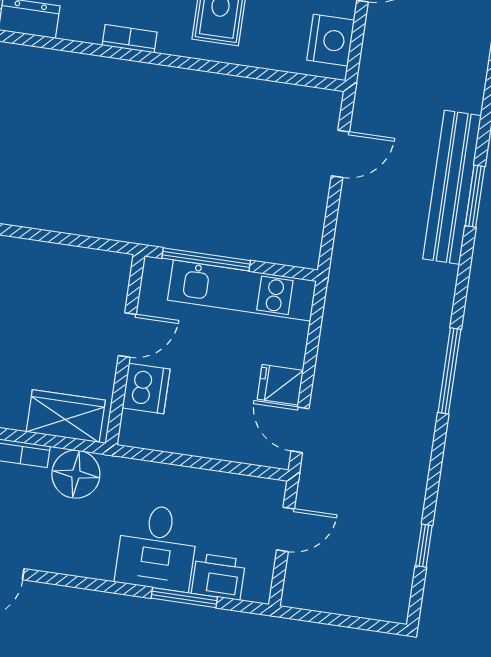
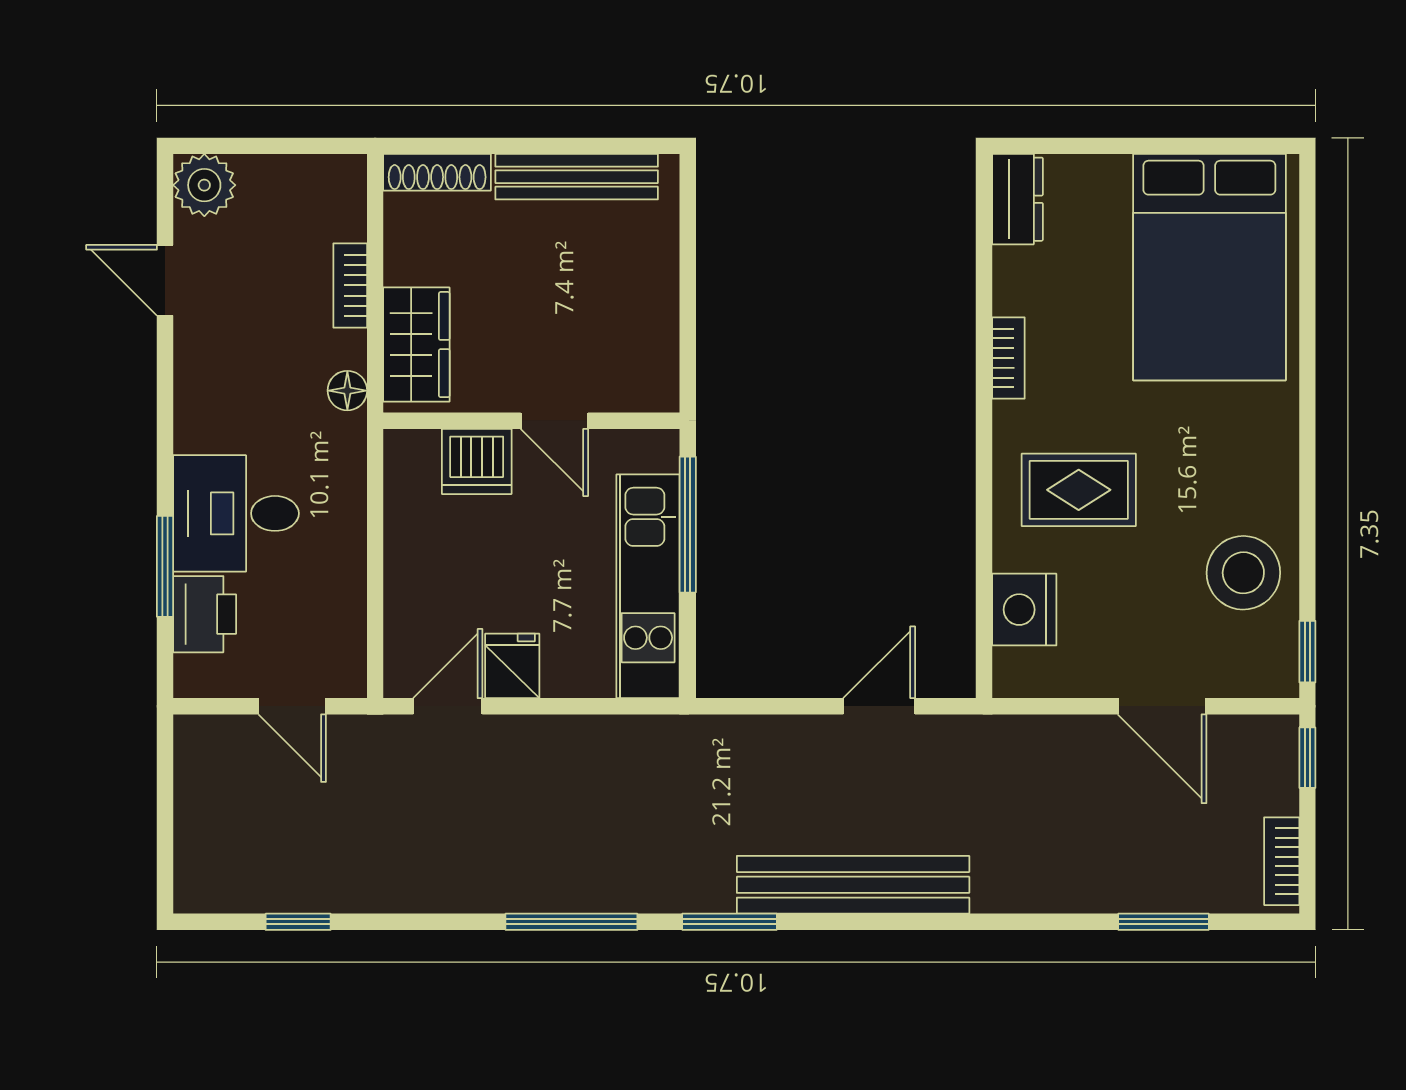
nightstand: (331, 40) -> (1024, 610), moved, turned 90
door: (340, 154) -> (879, 706), swing flipped
window: (475, 196) -> (729, 922), moved
floor lamp: (76, 474) -> (347, 391), width x0.53, depth x0.53

